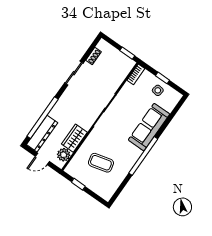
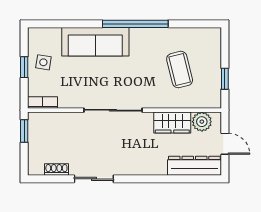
window: (43, 118) -> (175, 179), removed

